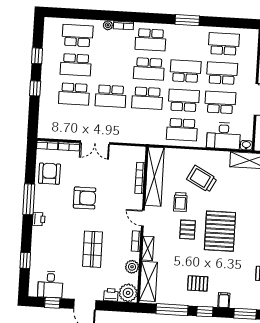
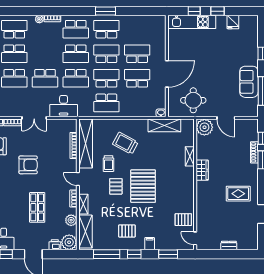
school desk: (224, 44) -> (106, 29), moved
desk: (224, 136) -> (64, 106), moved

